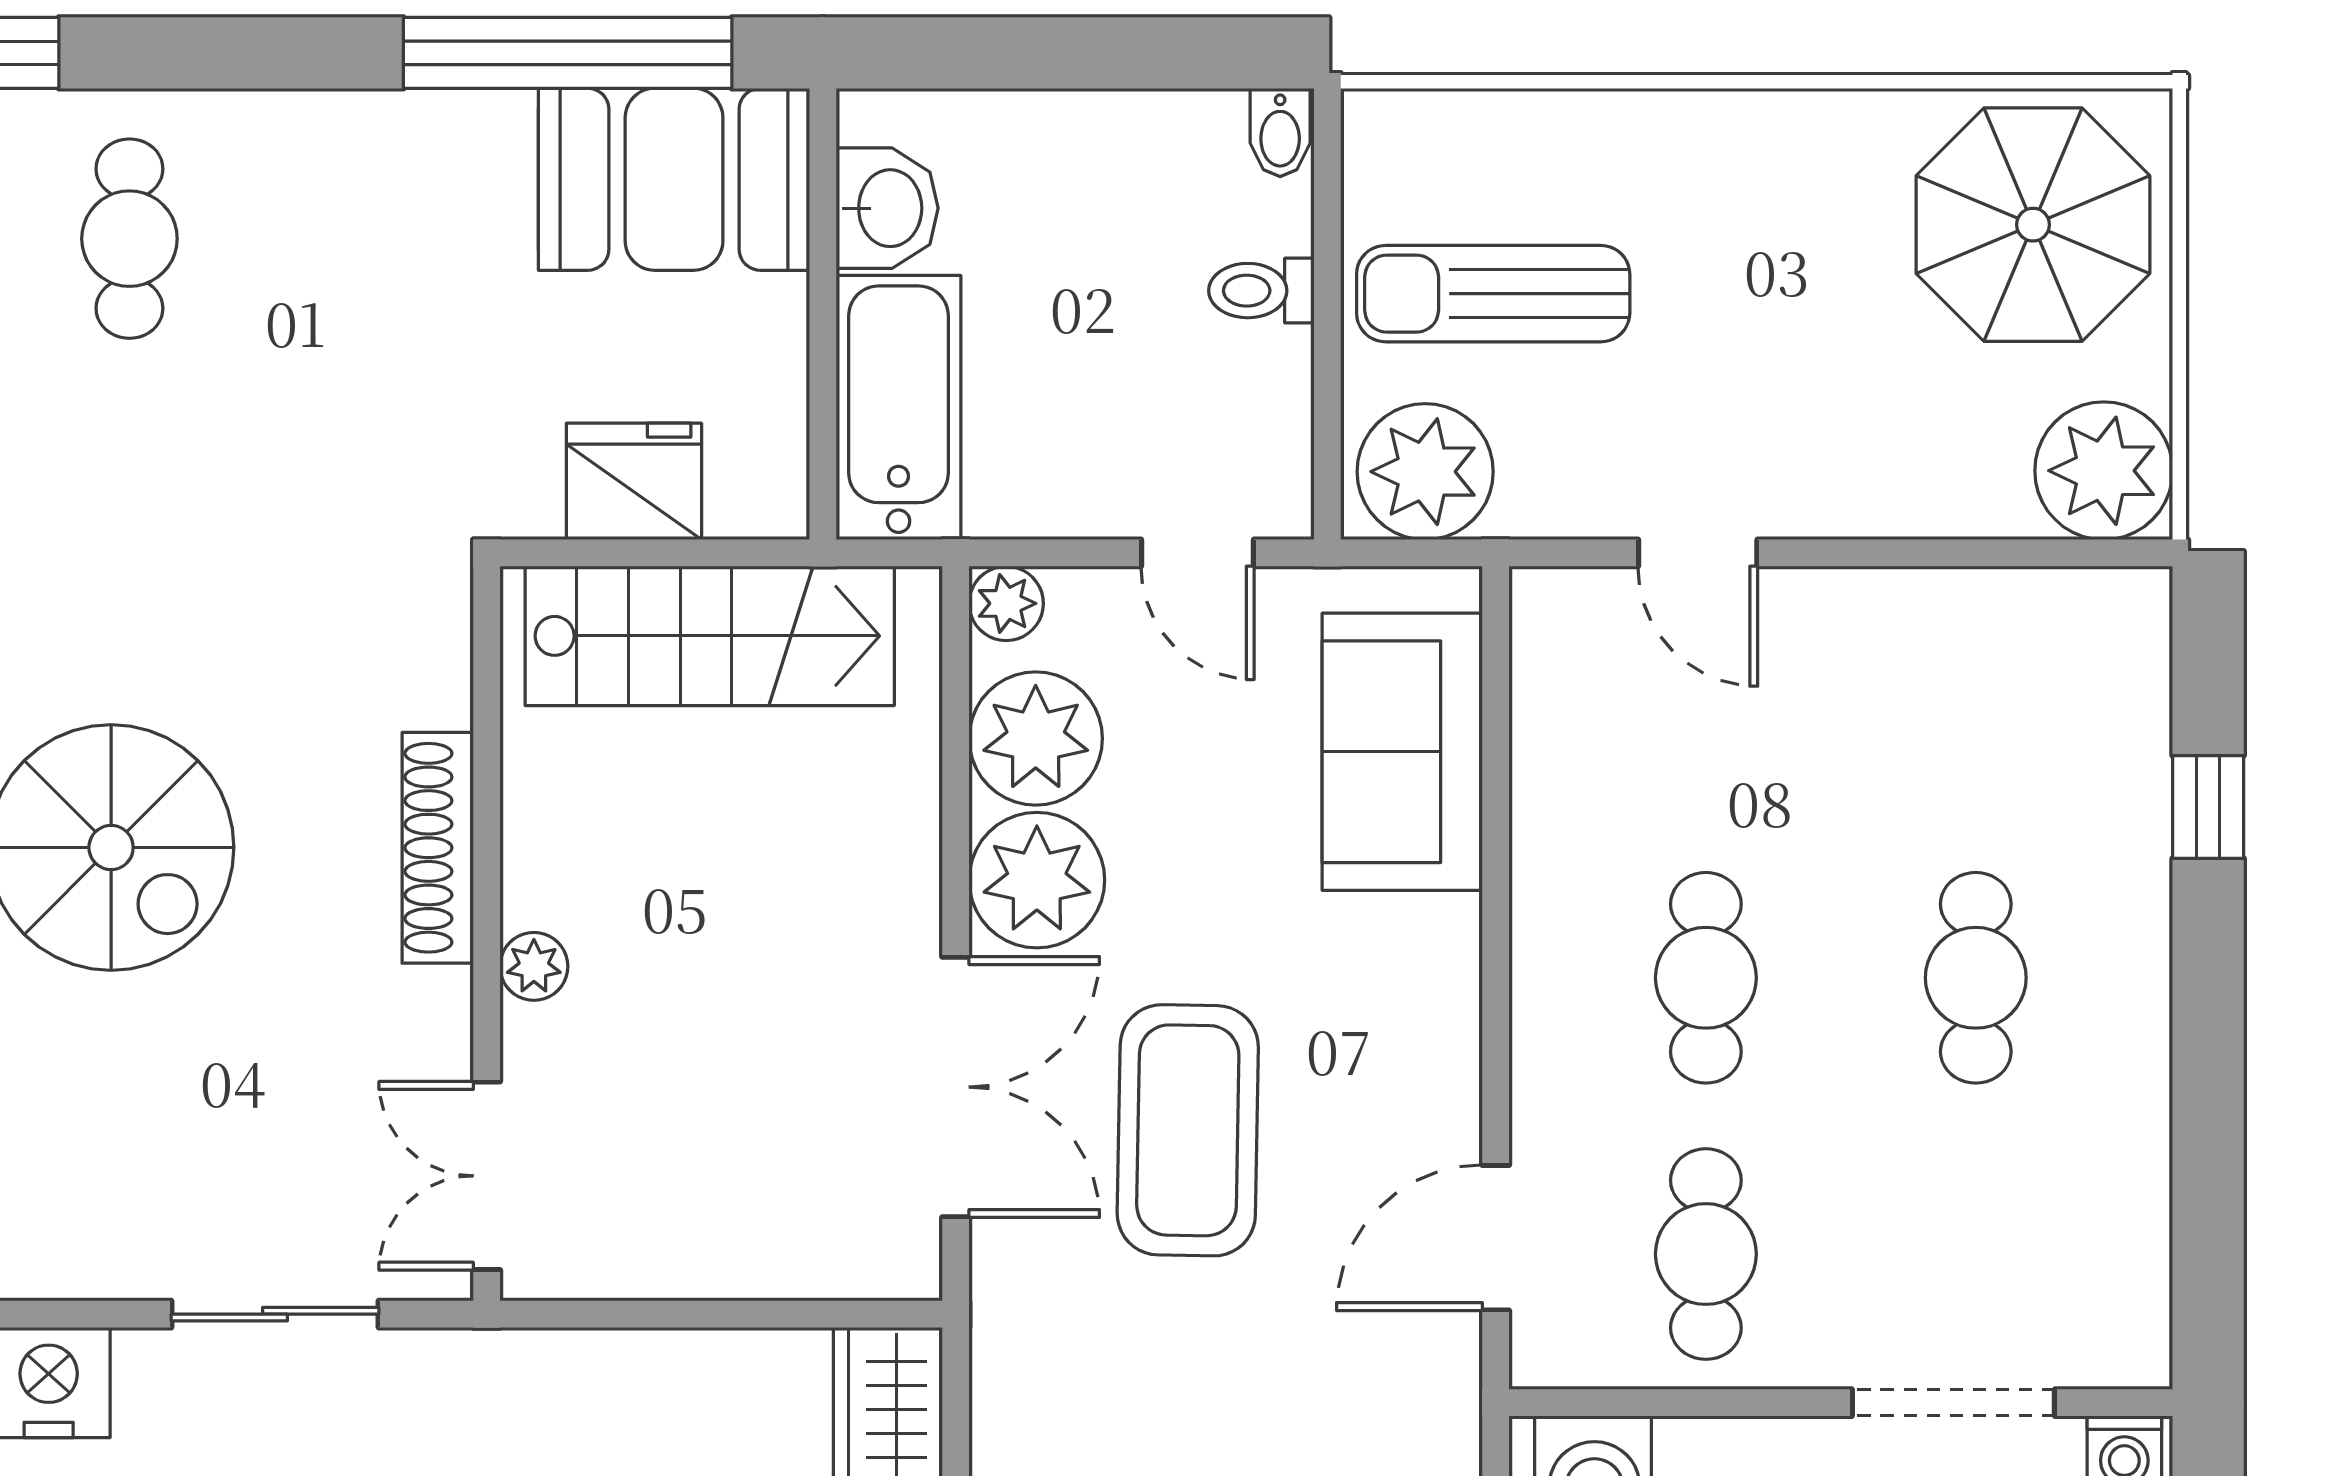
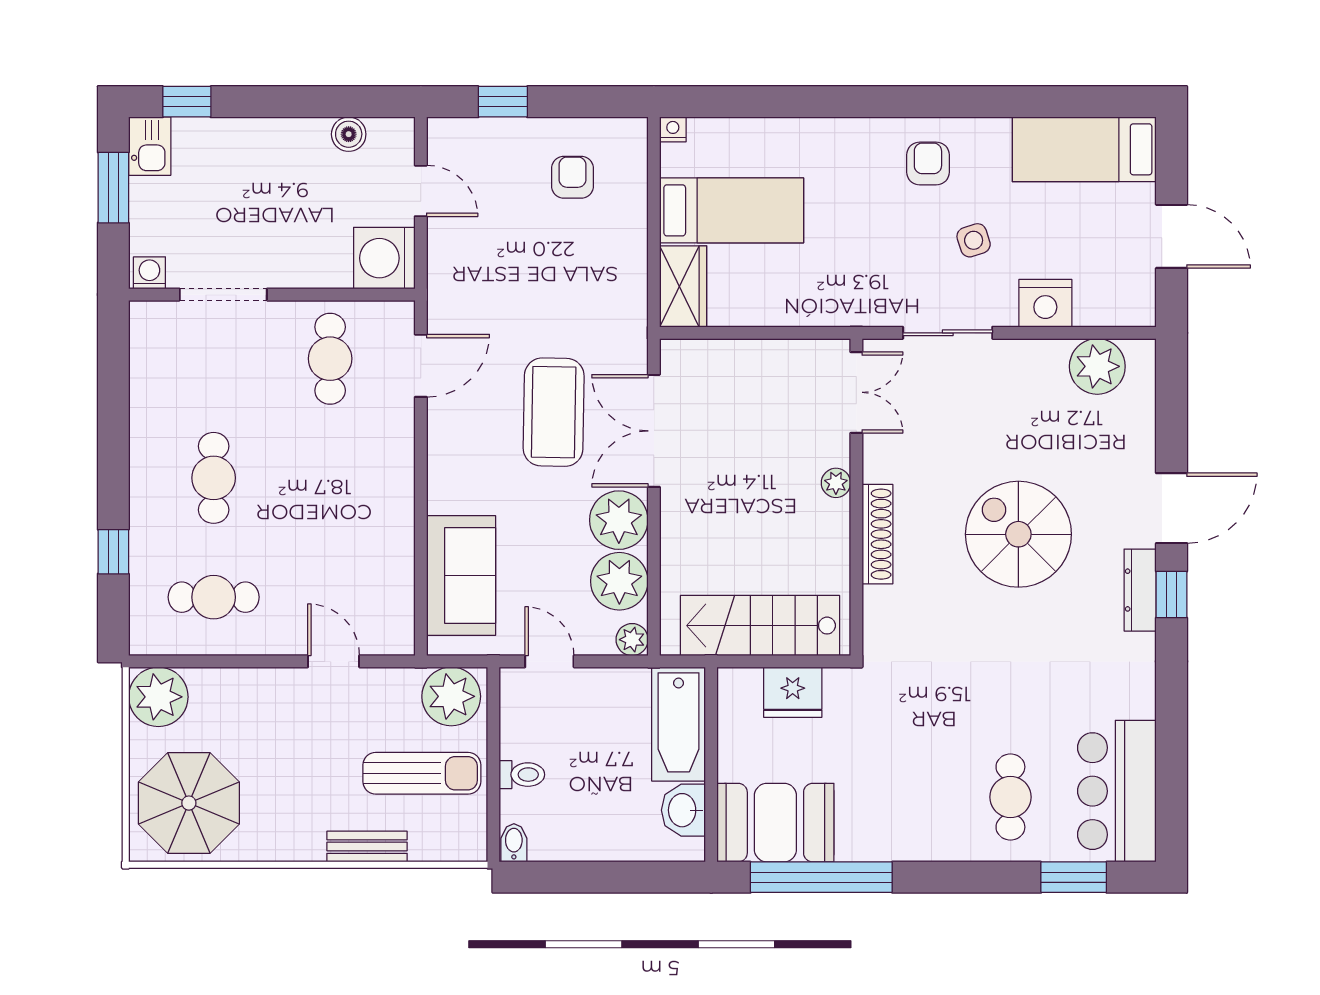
bench: (1620, 124) -> (367, 847), added
cafe table: (1706, 978) -> (214, 597), moved, turned 90

